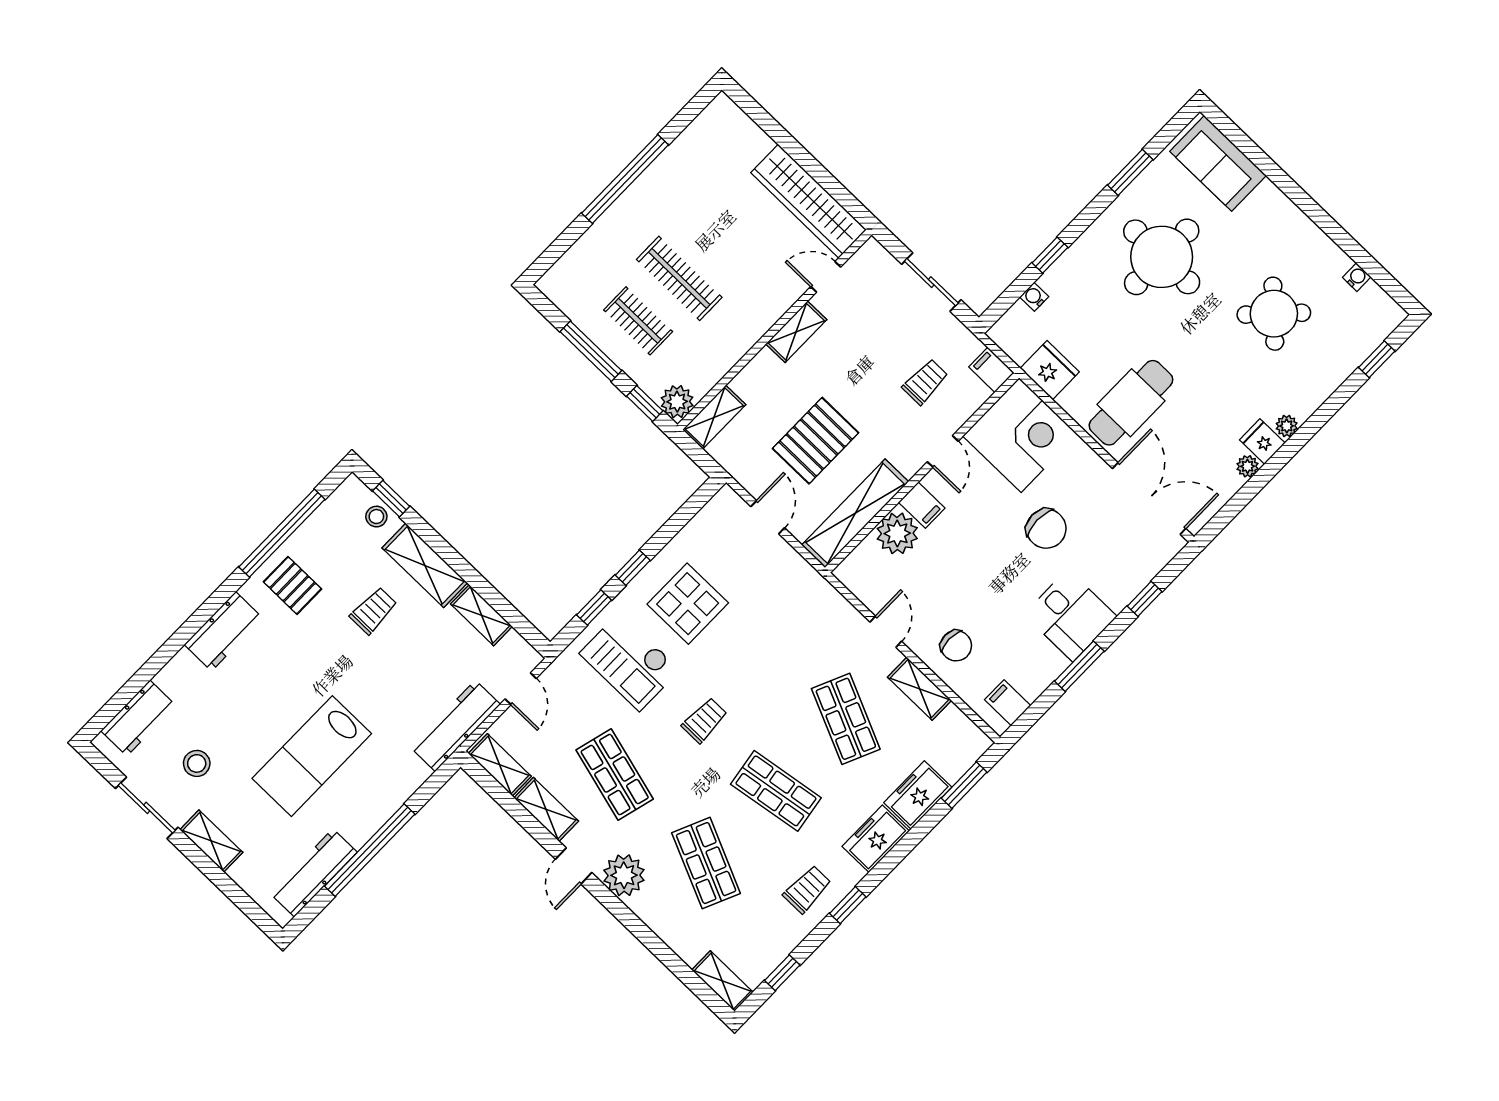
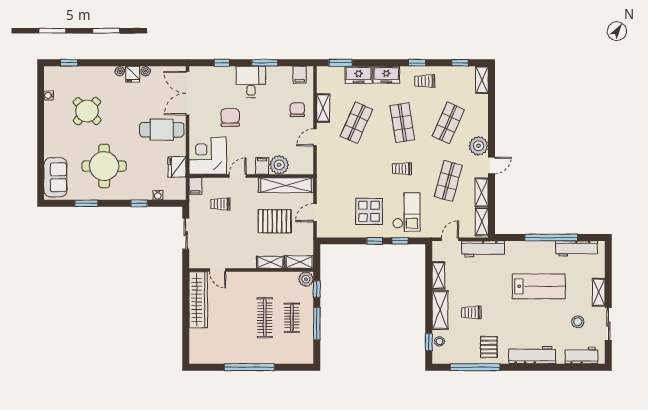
shelving: (796, 332) -> (270, 262), moved
workbench: (224, 631) -> (532, 355), width x1.38

